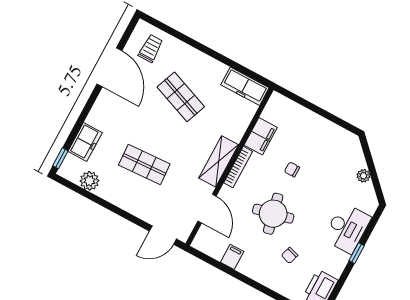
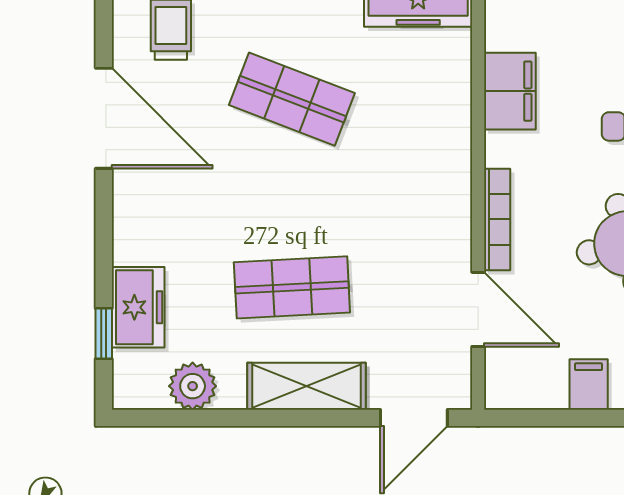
window: (60, 158) -> (104, 334), moved
shelving: (219, 161) -> (307, 386), moved, turned 90
bookcase: (238, 167) -> (497, 219), moved

